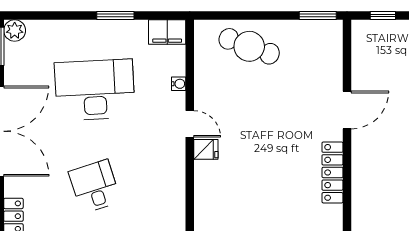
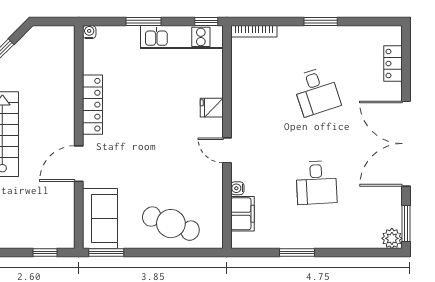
filing cabinet: (167, 32) -> (242, 214), moved, turned 90
sofa: (324, 52) -> (100, 219), added
desk: (95, 90) -> (316, 183), width x0.53, depth x0.77
fridge: (206, 149) -> (212, 108), moved

